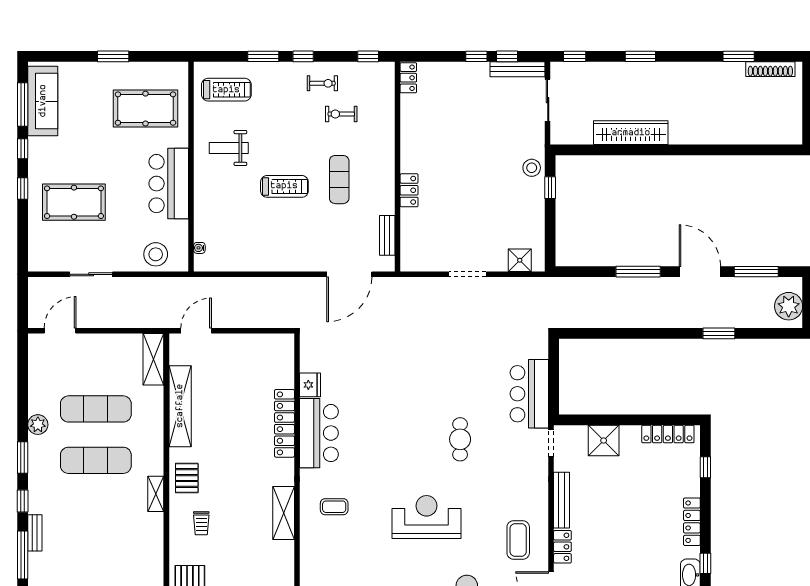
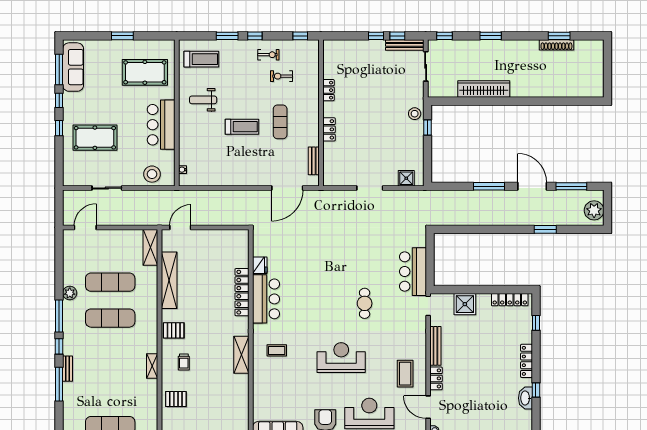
shoe rack: (770, 69) -> (556, 45), moved
locker: (408, 78) -> (328, 90), moved
window: (23, 457) -> (59, 316), width x1.44
pallet: (187, 478) -> (174, 330), turned 90
shelving: (156, 494) -> (152, 366), moved

